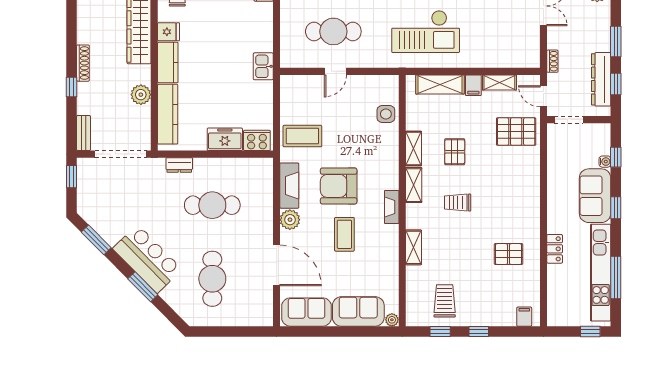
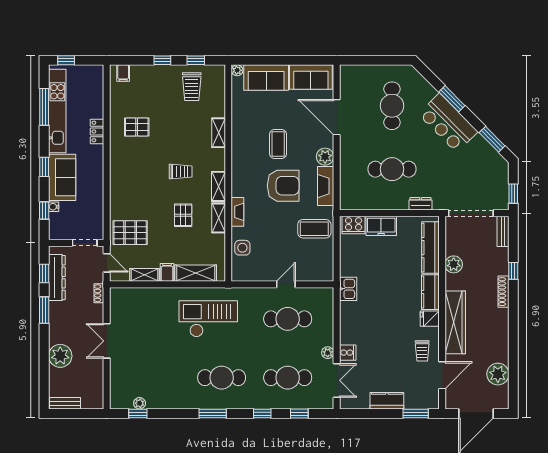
fireplace: (392, 207) -> (237, 212), moved

